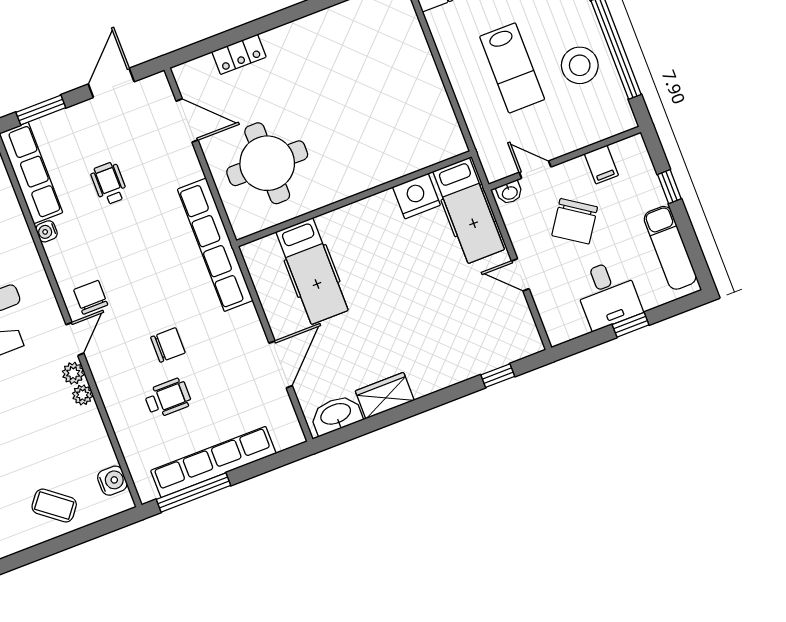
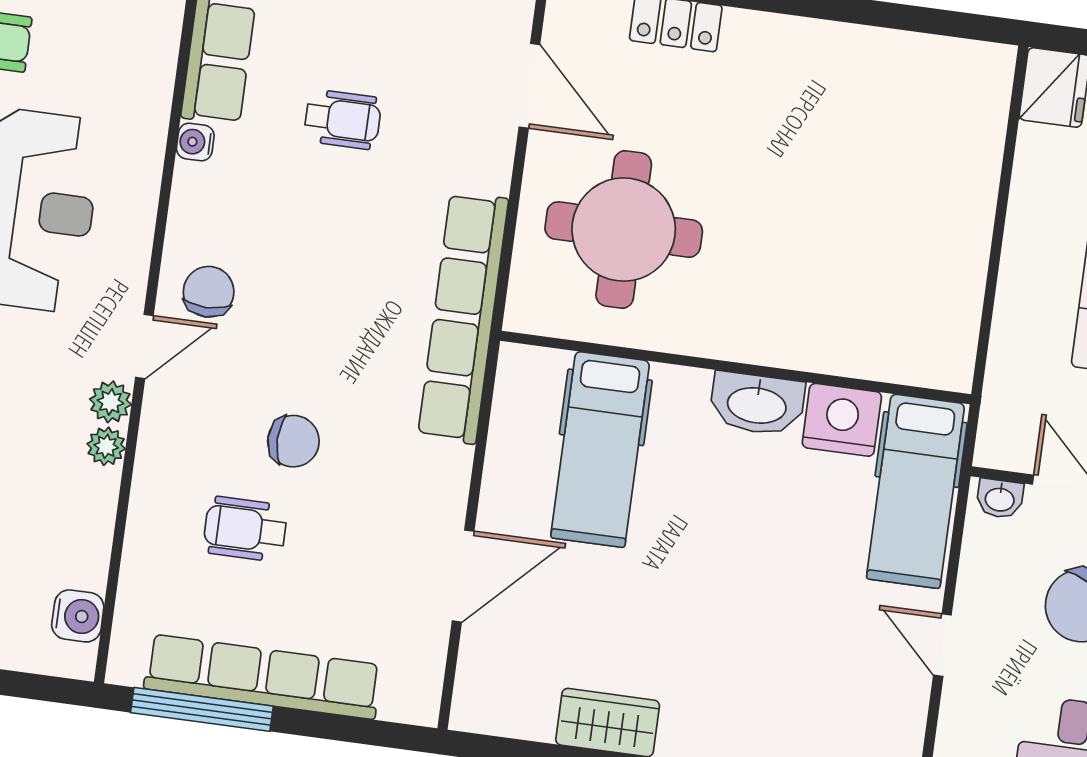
wheelchair: (109, 183) -> (343, 119), turned 90
wheelchair: (168, 398) -> (245, 529), turned 180
washbasin: (336, 415) -> (757, 404), moved, turned 180

